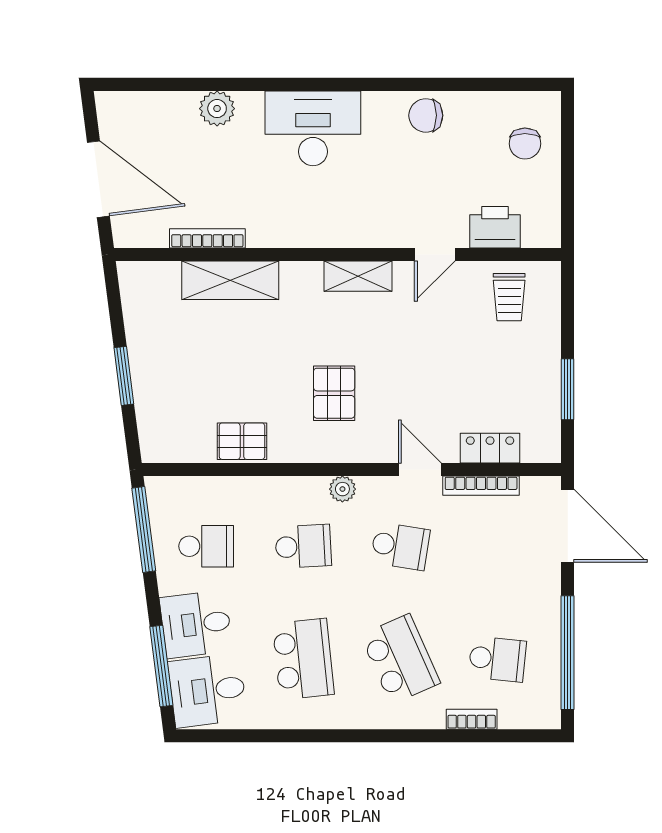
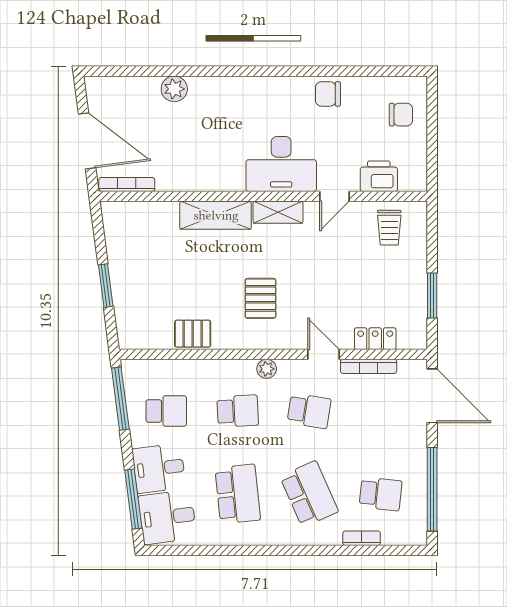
desk: (313, 128) -> (281, 164), moved, turned 180
chair: (525, 144) -> (401, 115), turned -90
bookcase: (207, 238) -> (127, 184), moved
shelving: (230, 280) -> (216, 215), moved

